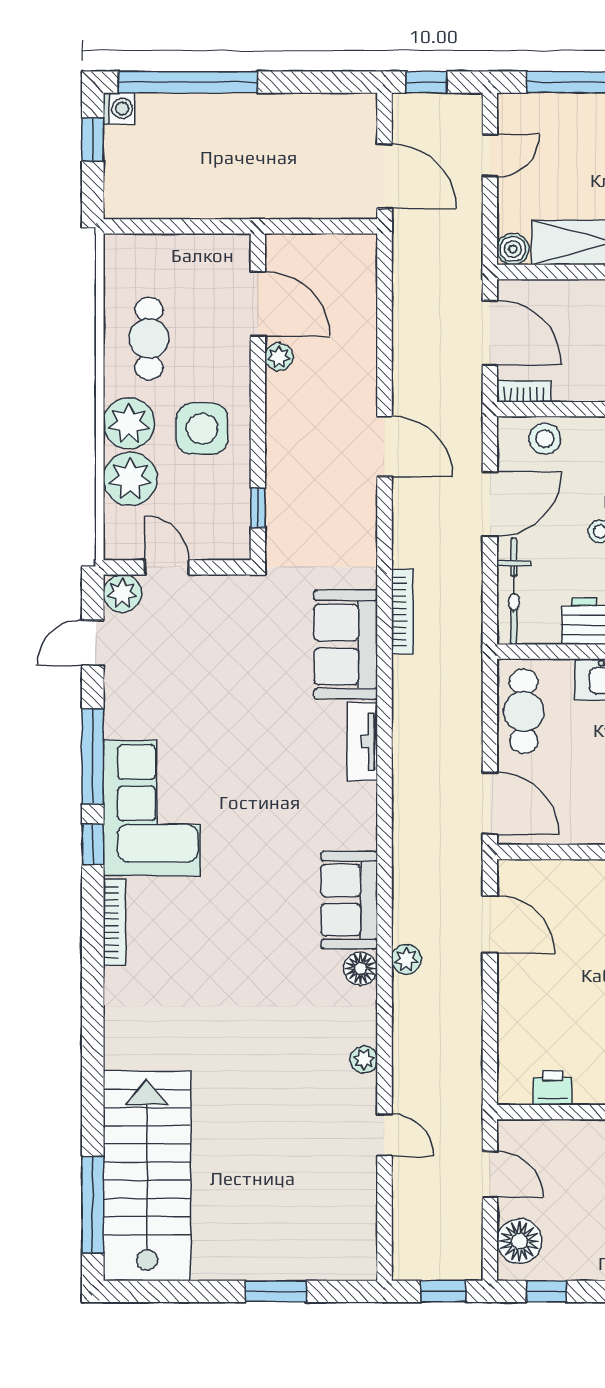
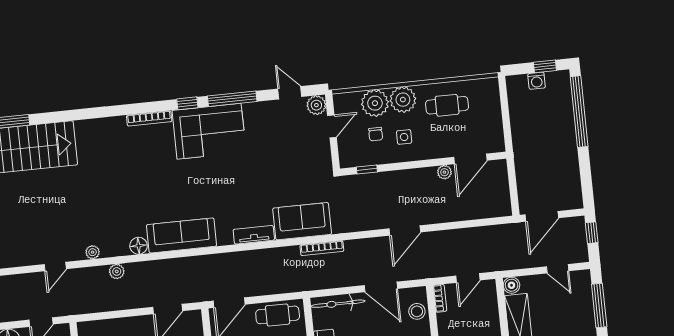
washing machine: (119, 109) -> (537, 81), moved
door: (490, 333) -> (468, 278), width x0.73
side table: (202, 429) -> (404, 137), width x0.54, depth x0.54
chair: (191, 484) -> (376, 134), added
sofa: (349, 900) -> (182, 235), width x1.36
plant: (406, 959) -> (117, 271), moved

